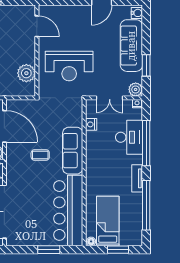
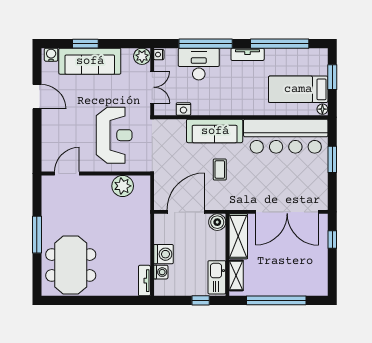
window: (146, 65) -> (85, 44), moved

